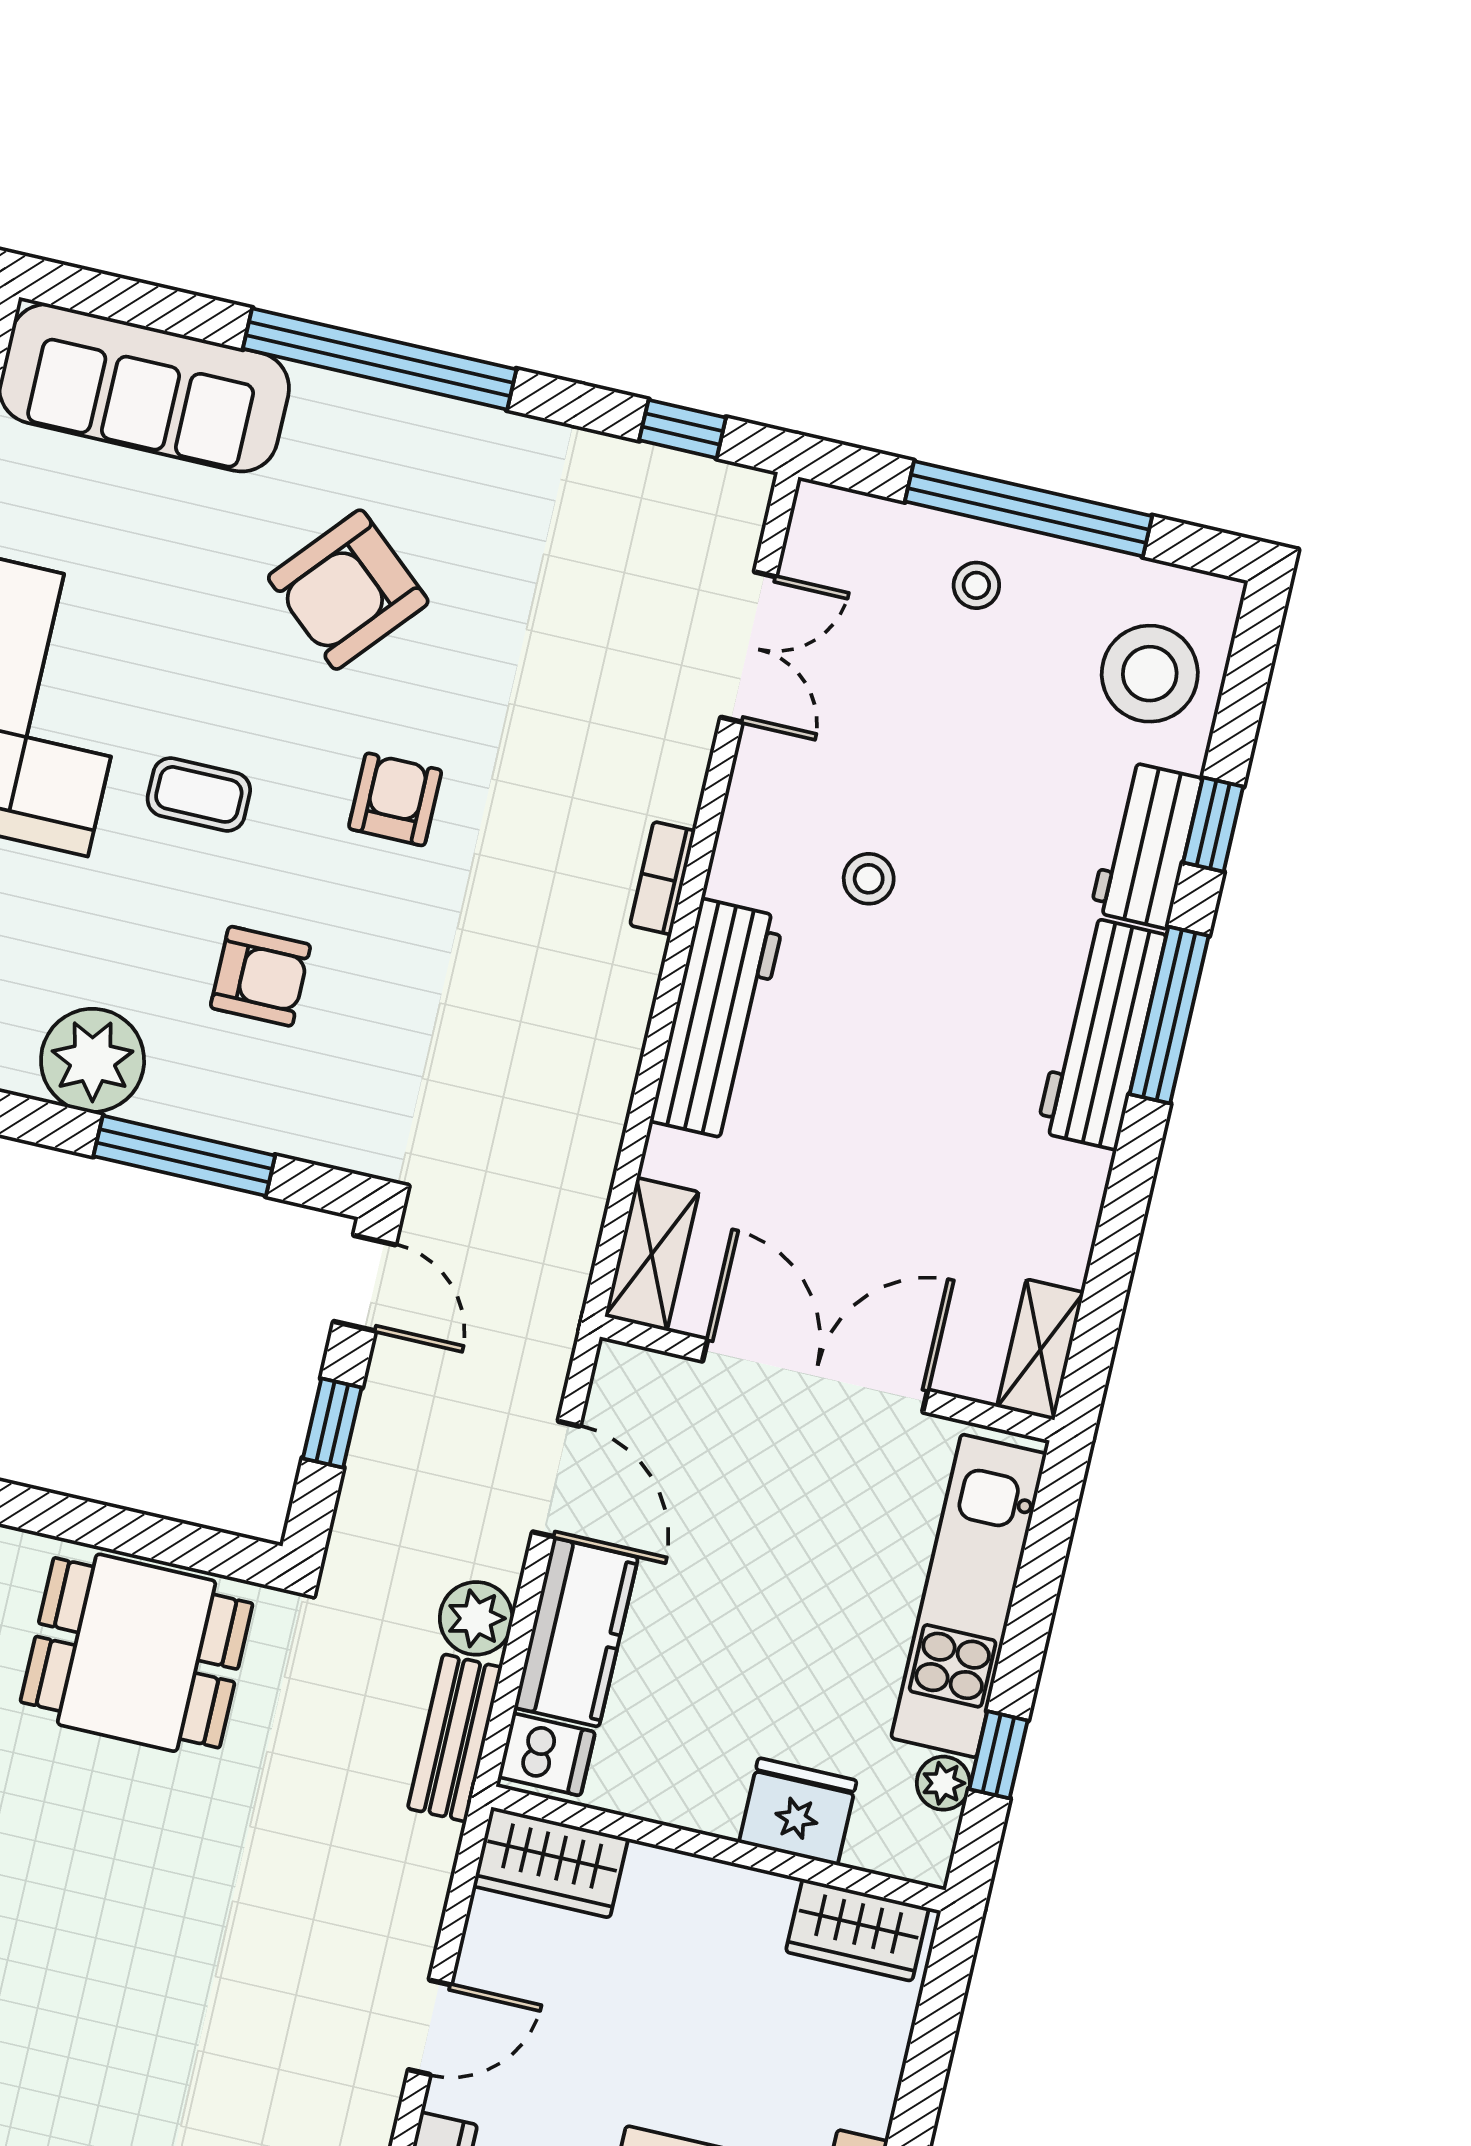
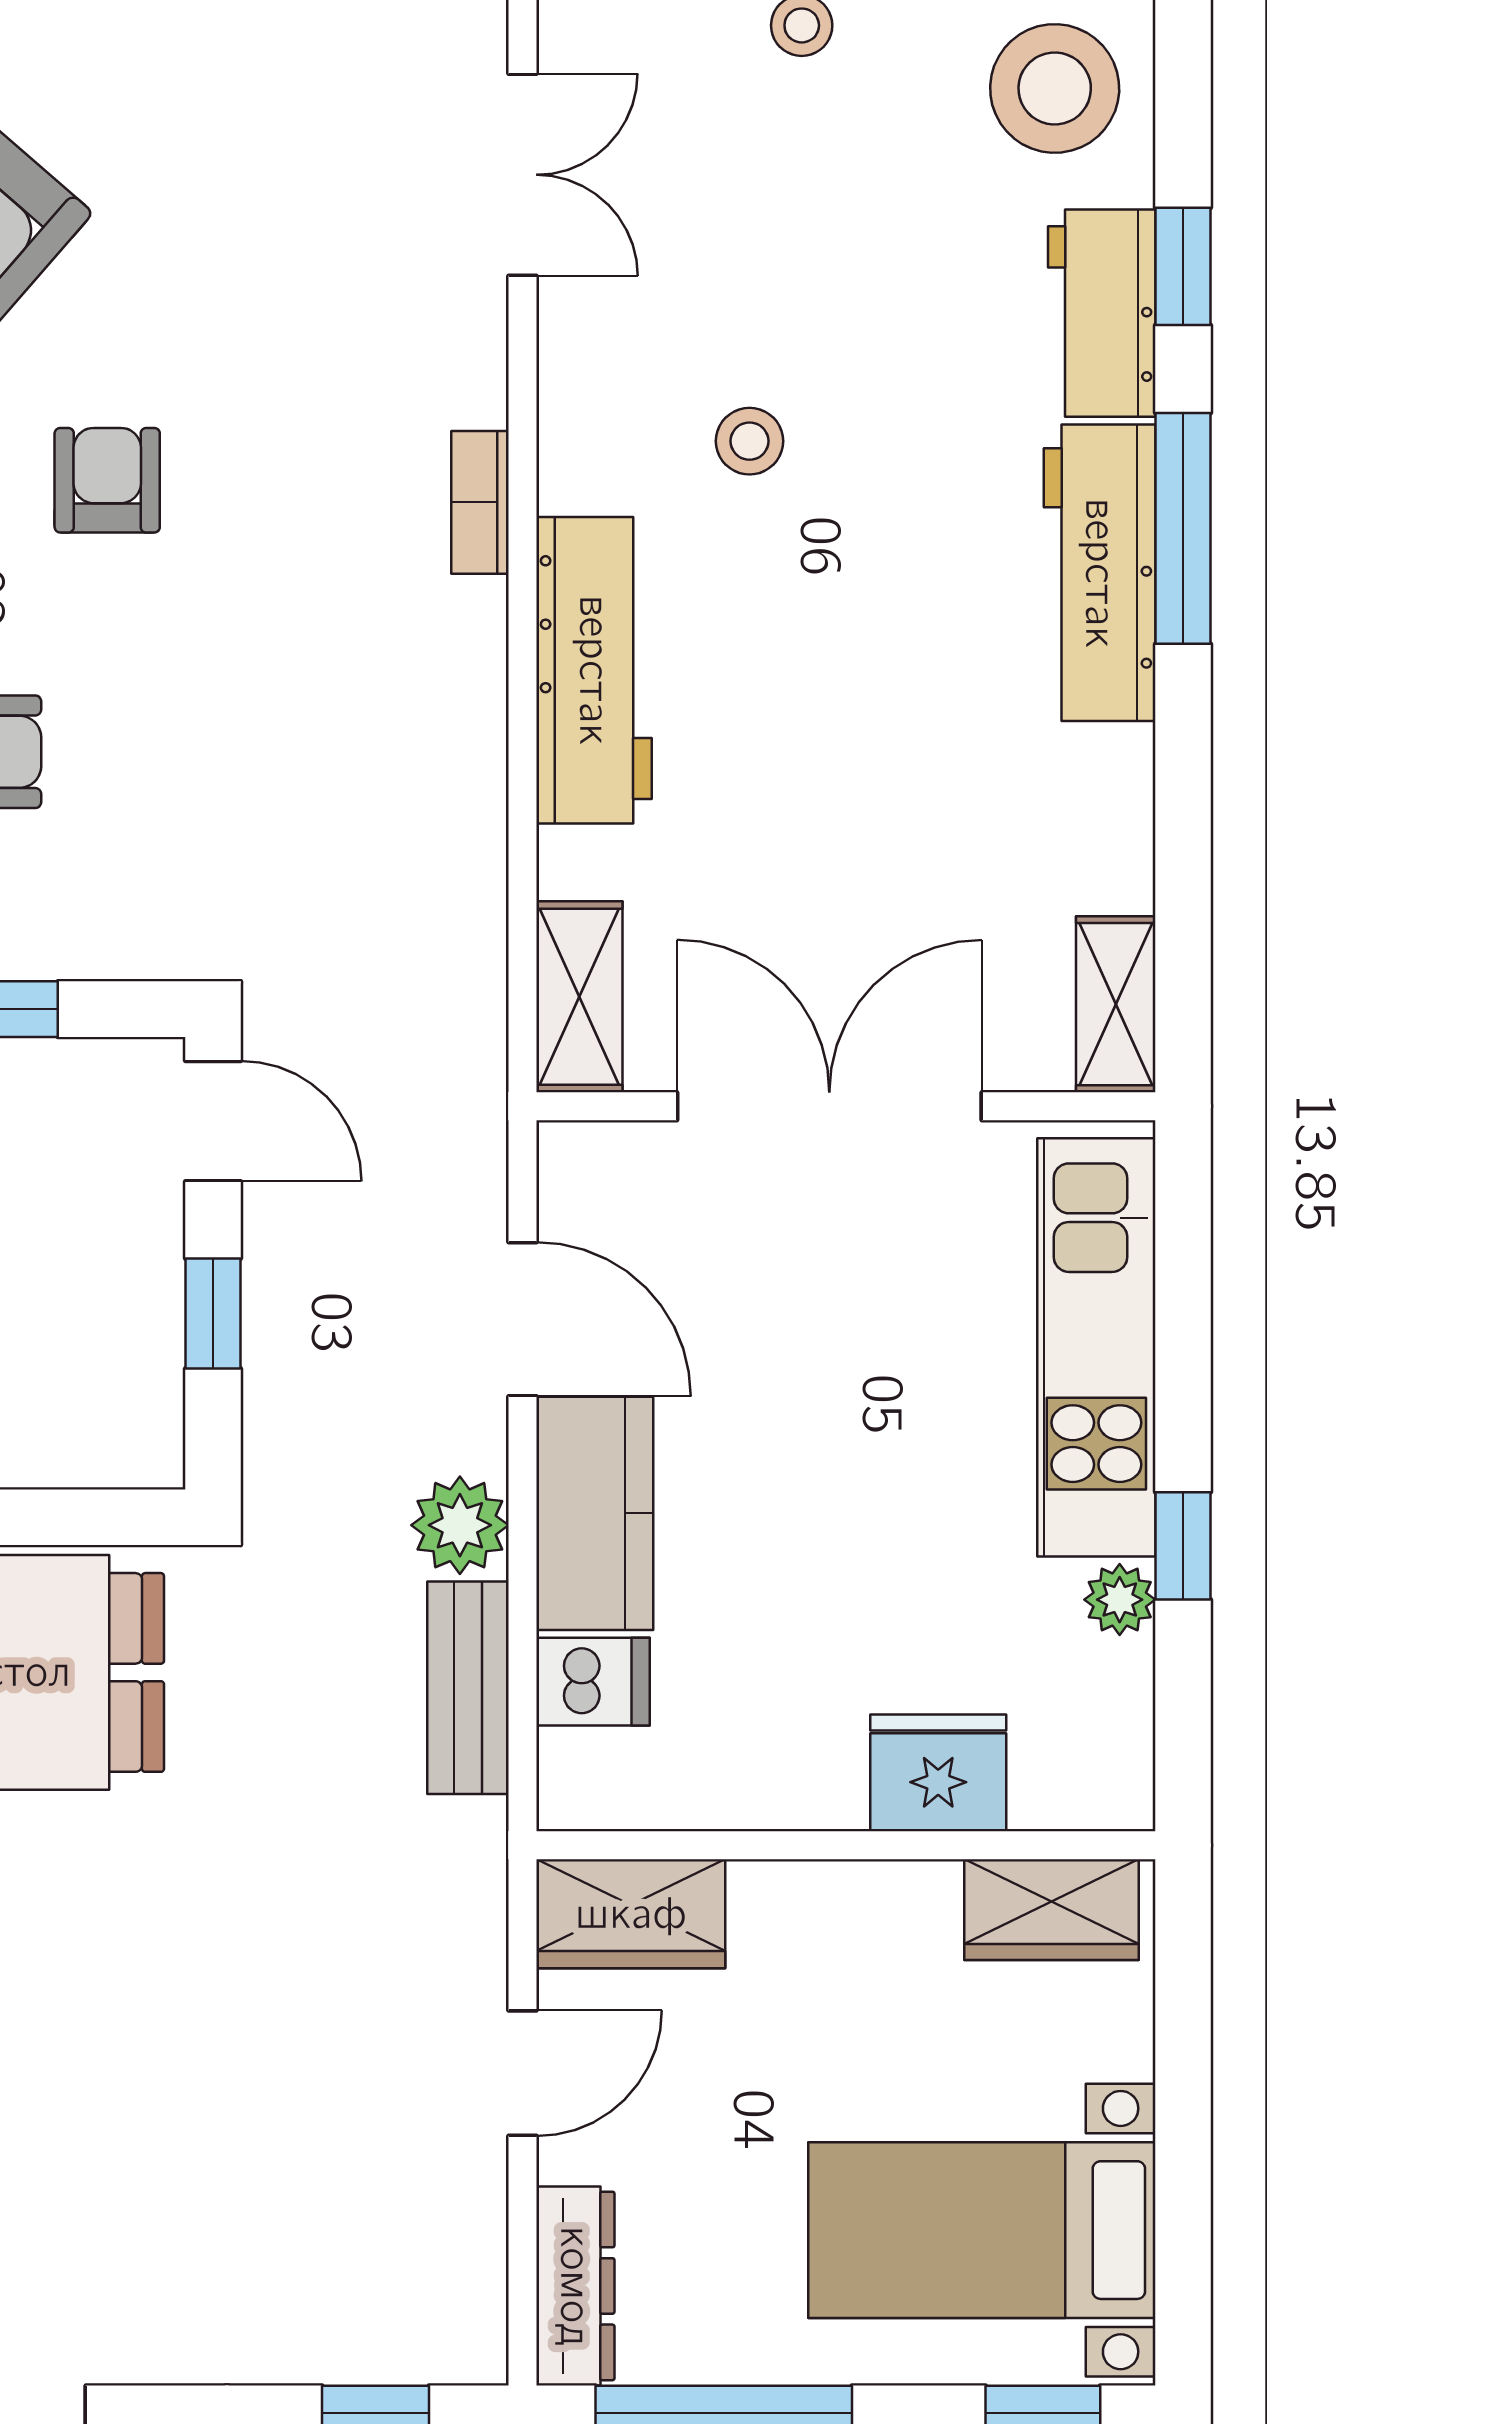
fridge: (798, 1812) -> (938, 1773), moved
wall: (719, 1849) -> (846, 1845), moved
wardrobe: (551, 1862) -> (631, 1914), moved
wardrobe: (857, 1930) -> (1051, 1910), moved

